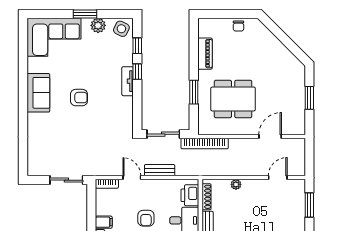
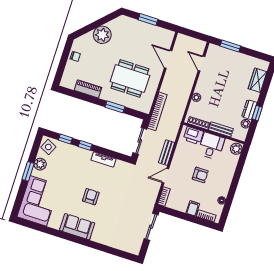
plant: (274, 50) -> (102, 35), added
tv unit: (128, 81) -> (104, 159), moved
dining table: (233, 99) -> (130, 78), turned 90

